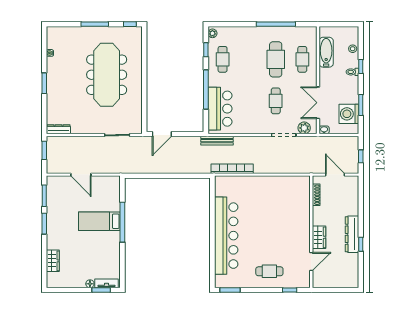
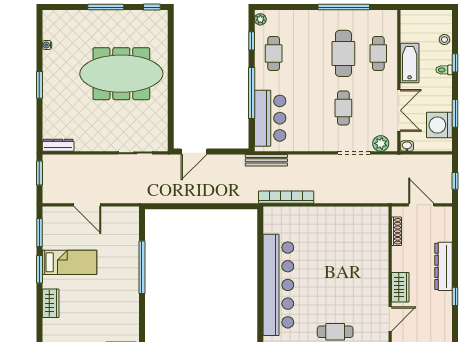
bathtub: (326, 52) -> (410, 63), moved
meeting table: (107, 75) -> (121, 74), turned 90
double door: (318, 103) -> (399, 110), swing flipped
bed: (99, 221) -> (70, 262), moved, turned 180
dresser: (352, 234) -> (444, 266), moved
wardrobe: (53, 261) -> (51, 303), moved

